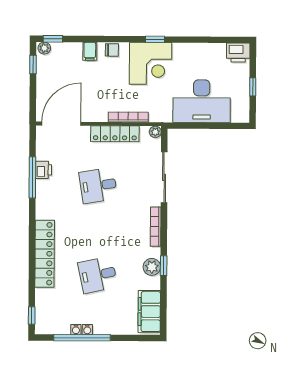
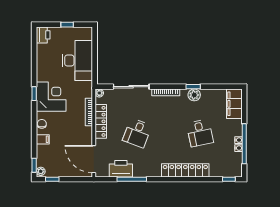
printer: (44, 170) -> (121, 169), width x1.87, depth x1.48
desk: (98, 186) -> (137, 133), turned 30
filing cabinet: (149, 312) -> (234, 104), moved, turned 90

